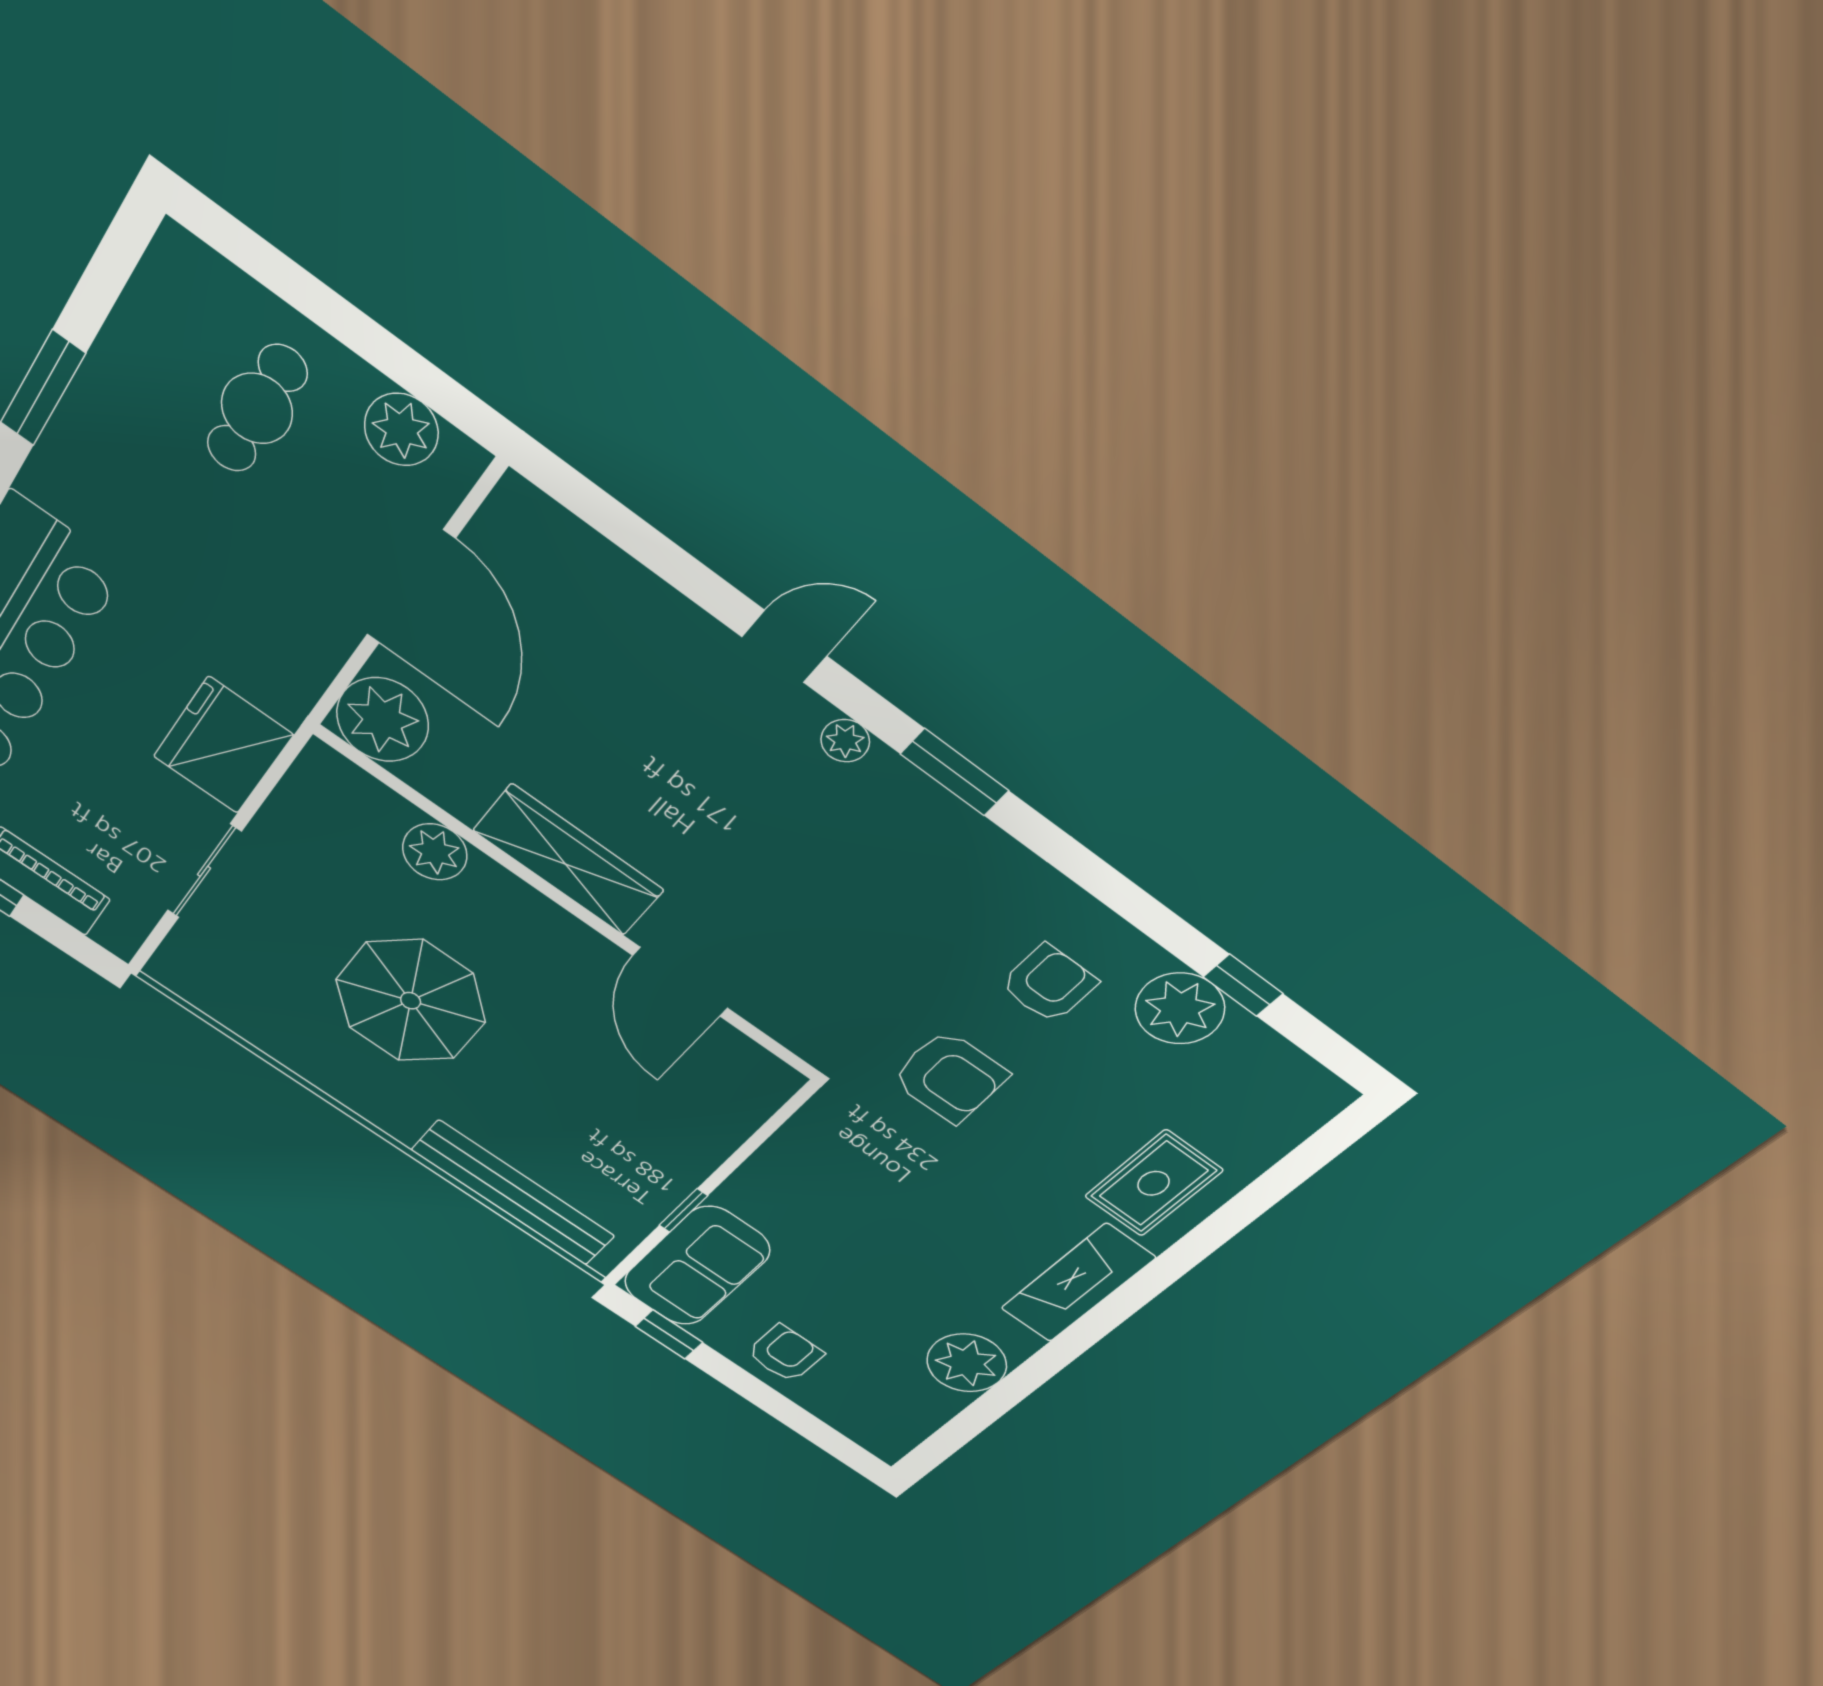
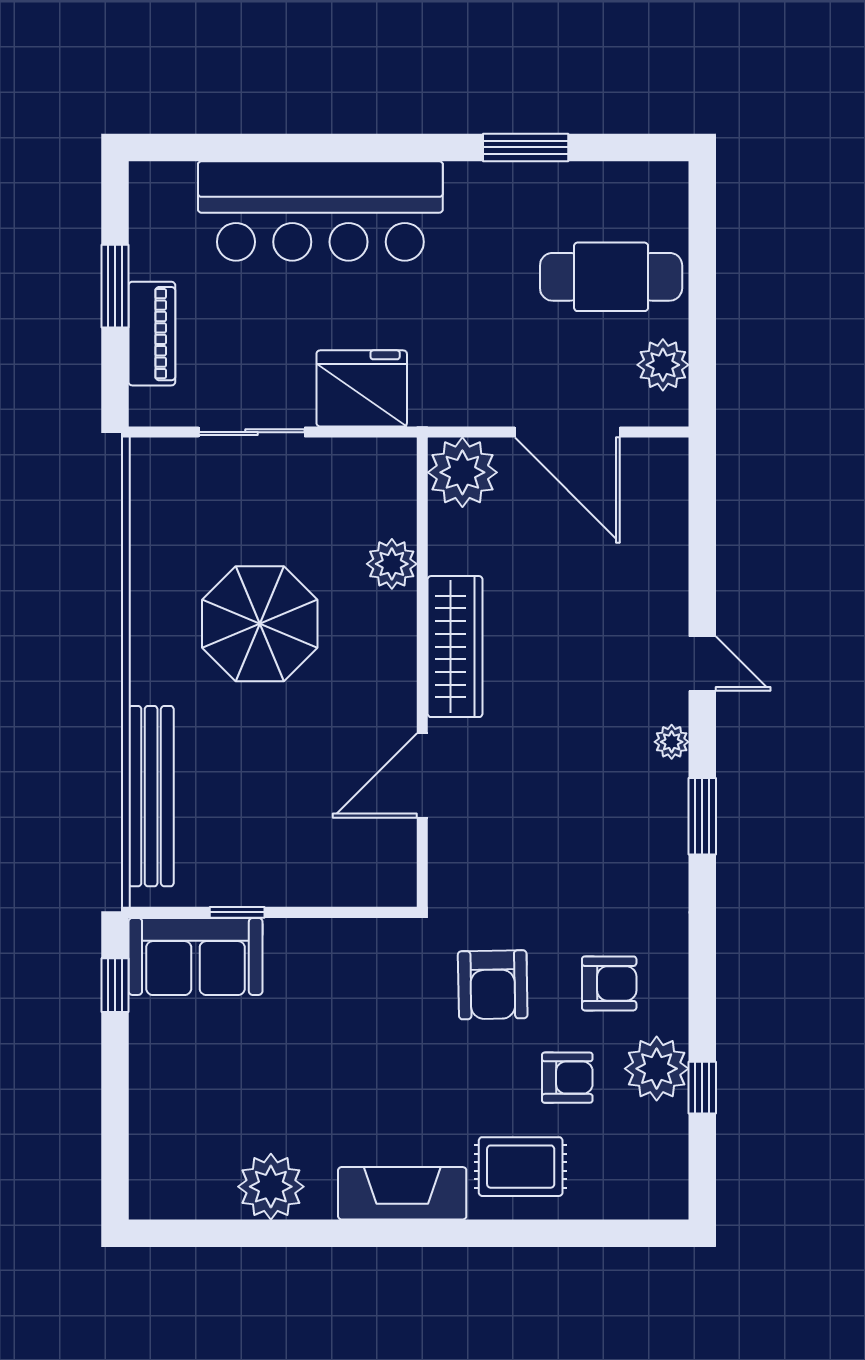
cafe table: (257, 408) -> (611, 277), width x1.37, depth x1.35
door: (411, 587) -> (567, 432), hinge flipped
armchair: (785, 1354) -> (567, 1078), moved

